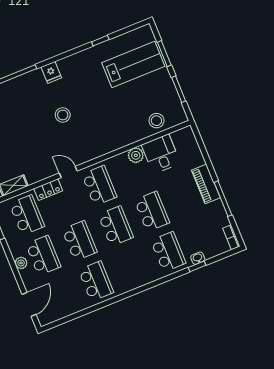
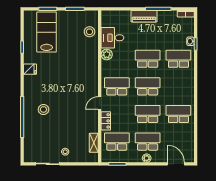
fridge: (51, 72) -> (30, 69), moved
stool: (63, 115) -> (43, 109), moved

